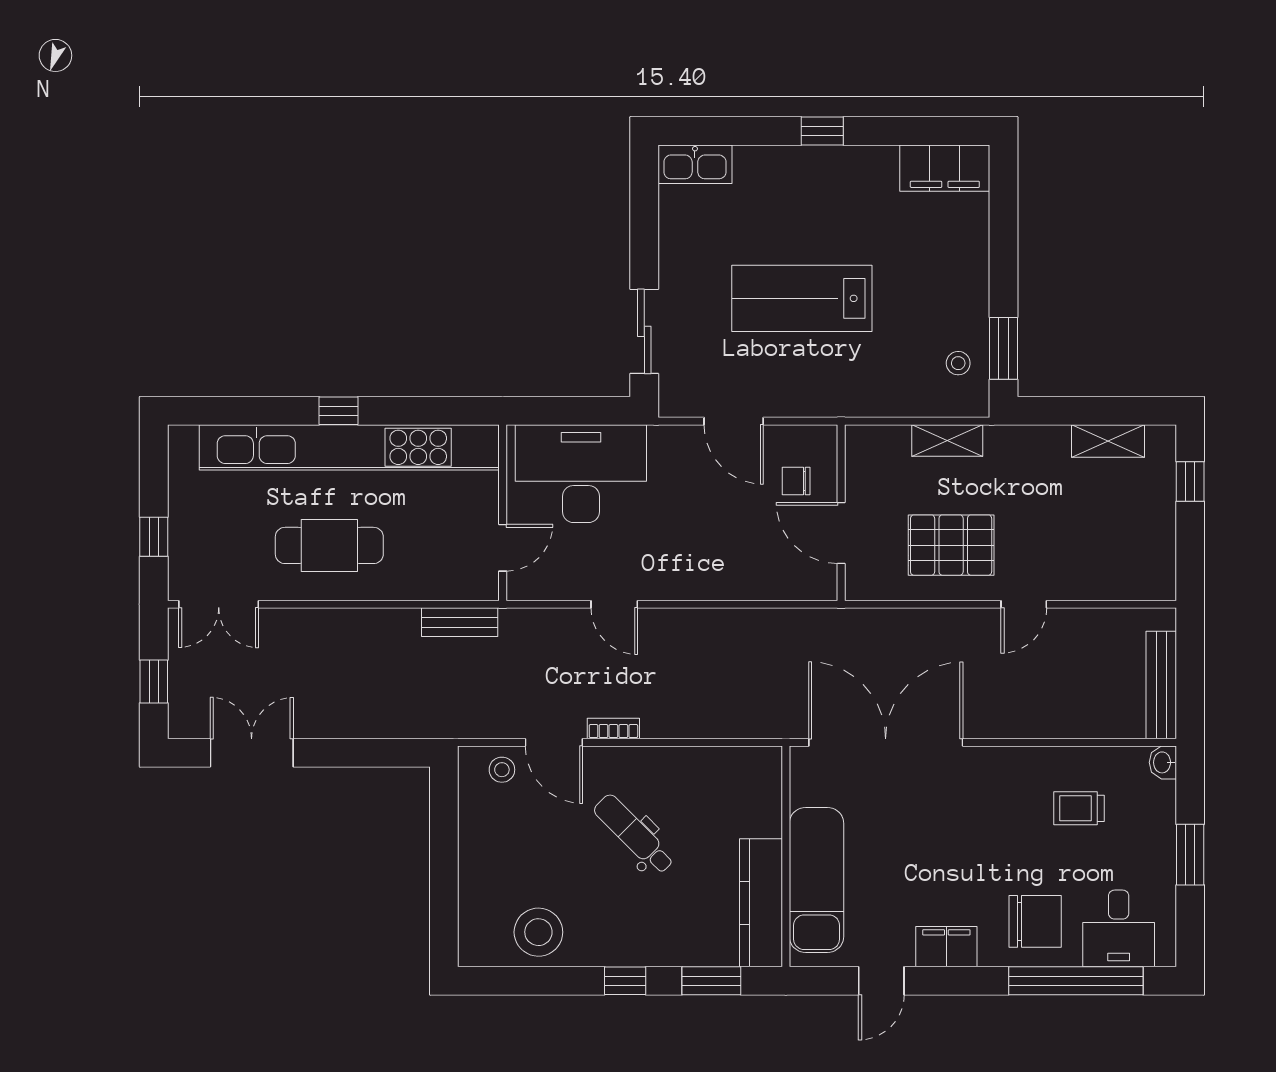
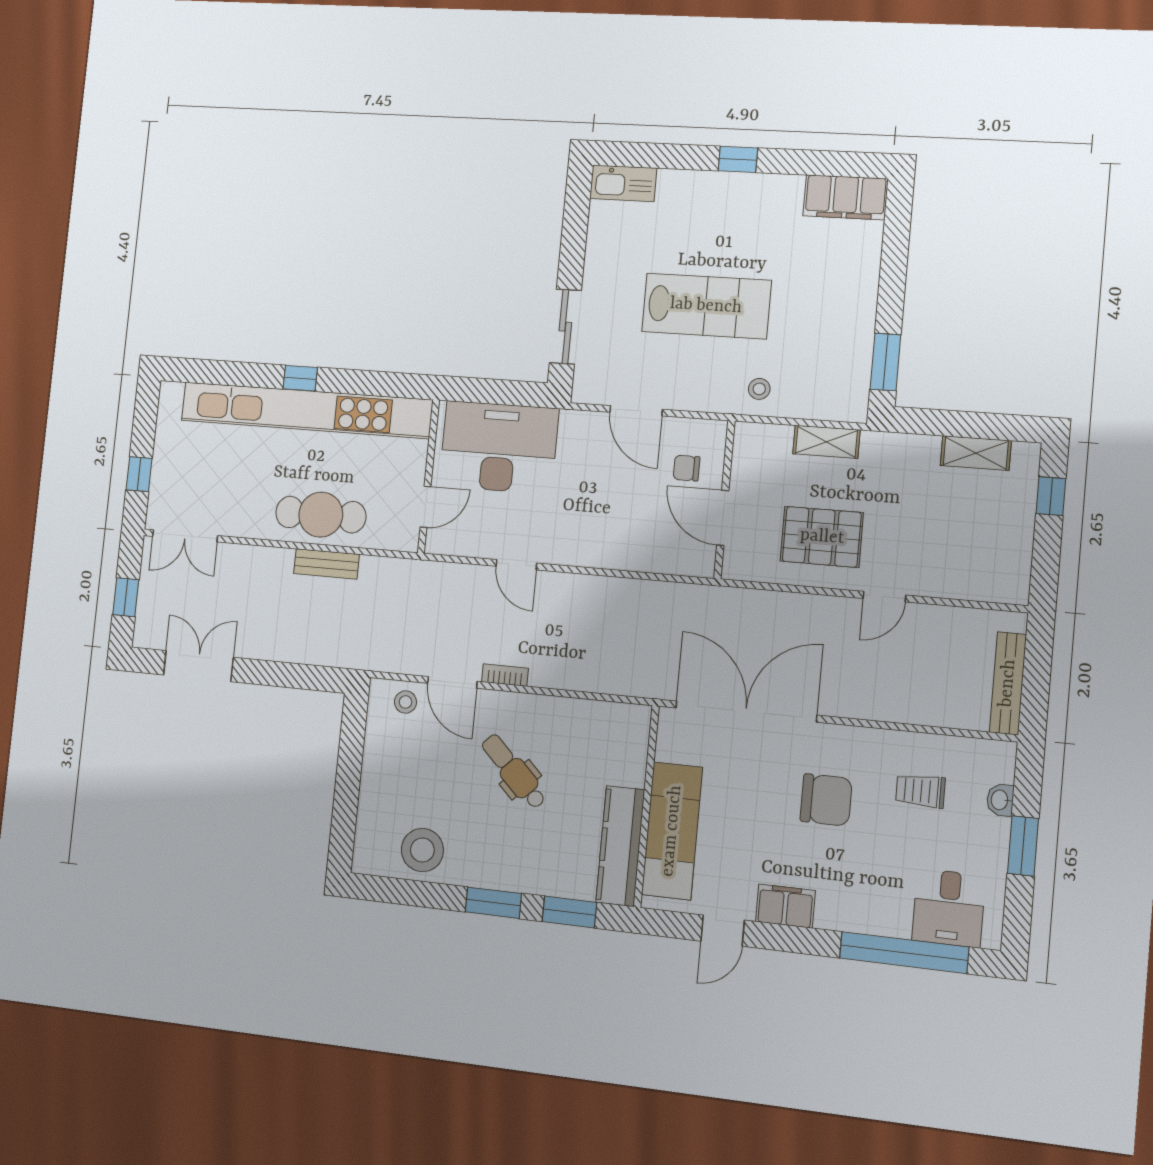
lab bench: (802, 298) -> (706, 306), turned 180
stool: (958, 363) -> (759, 389), moved
cafe table: (329, 545) -> (321, 515), moved
bench: (460, 622) -> (326, 564), moved
washbasin: (1163, 762) -> (1000, 800), moved
chair: (1035, 921) -> (826, 800), moved
window: (625, 981) -> (493, 903), width x1.50

